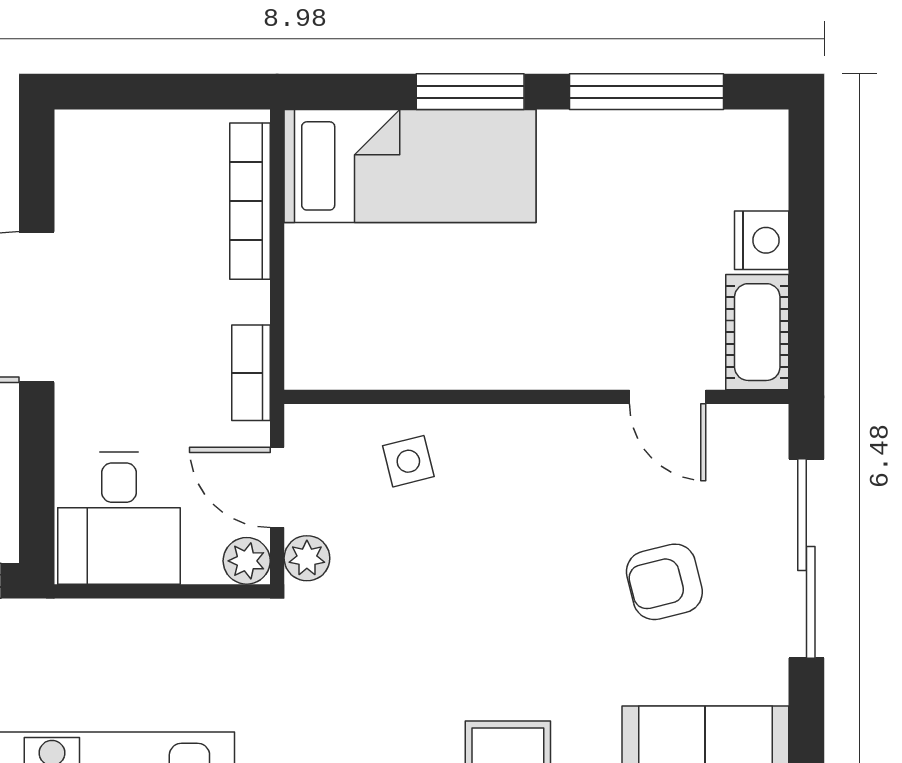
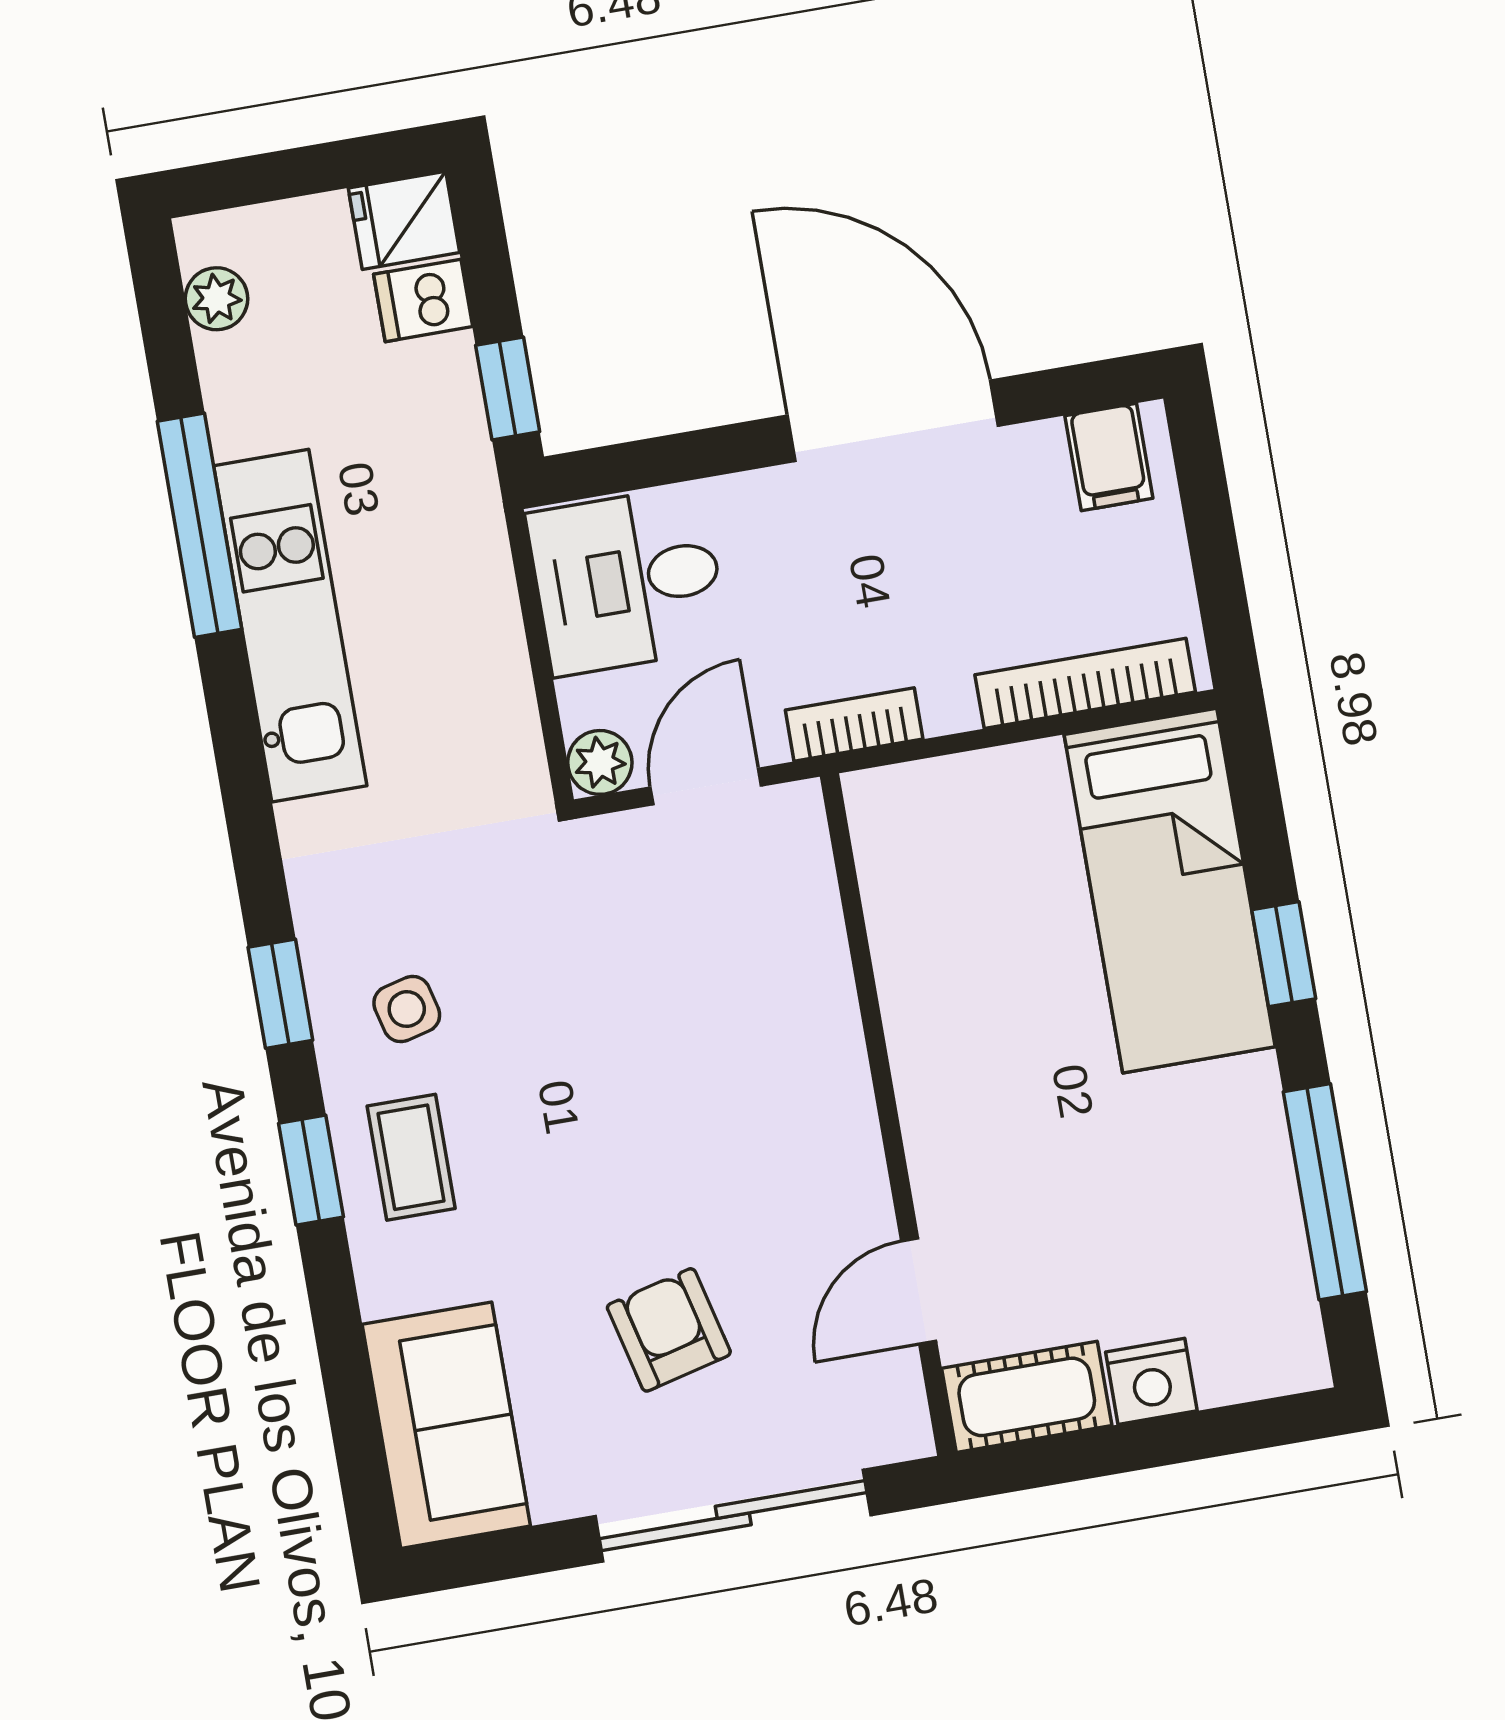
window: (470, 92) -> (1284, 954), width x0.67
filing cabinet: (90, 156) -> (1109, 457), added
side table: (408, 461) -> (407, 1009), moved
plant: (307, 558) -> (617, 843), removed

